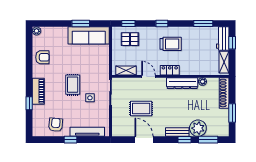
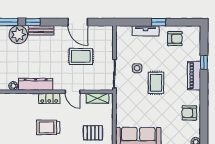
armchair: (56, 125) -> (175, 39), turned -95
tv unit: (87, 132) -> (146, 31), width x0.71

